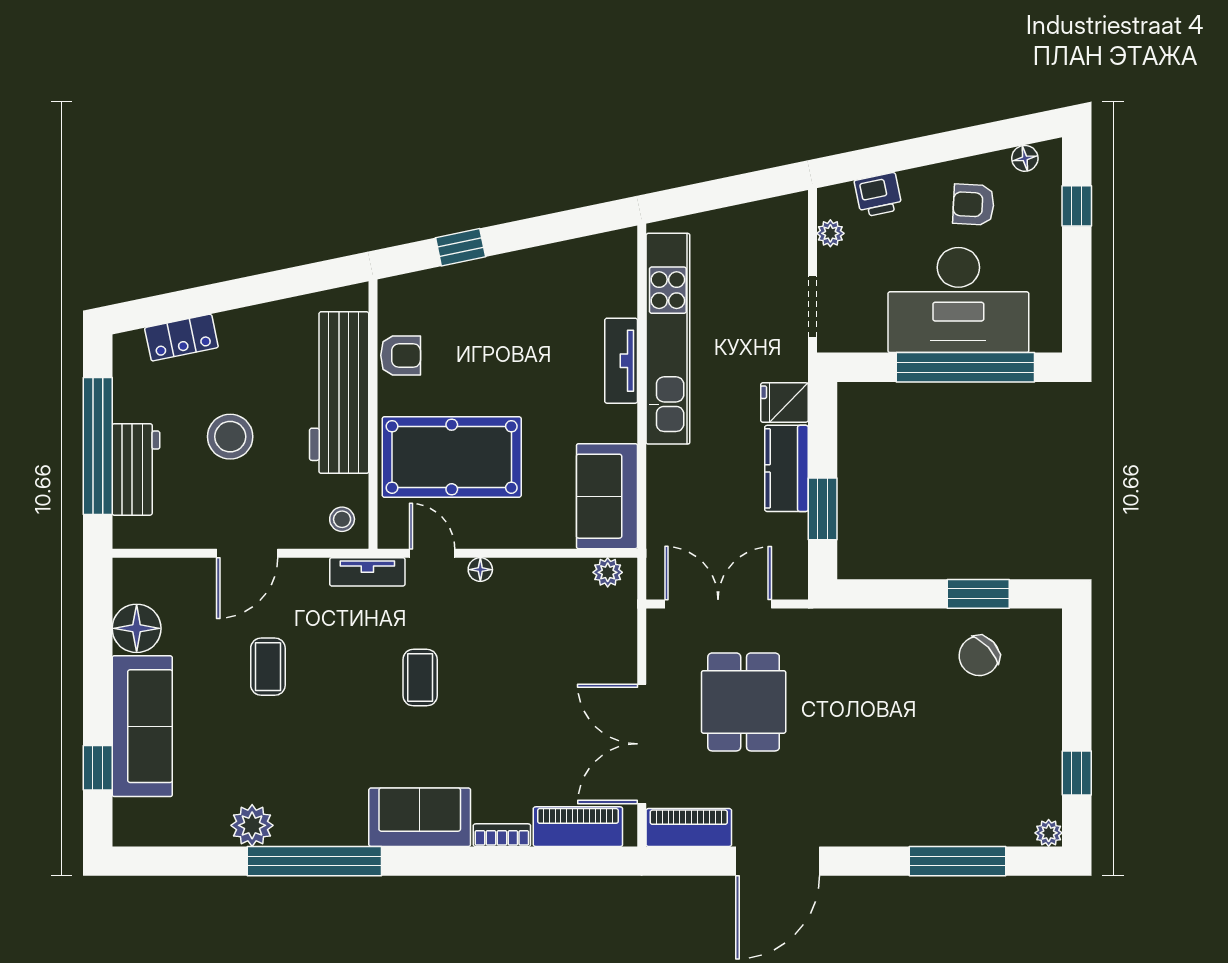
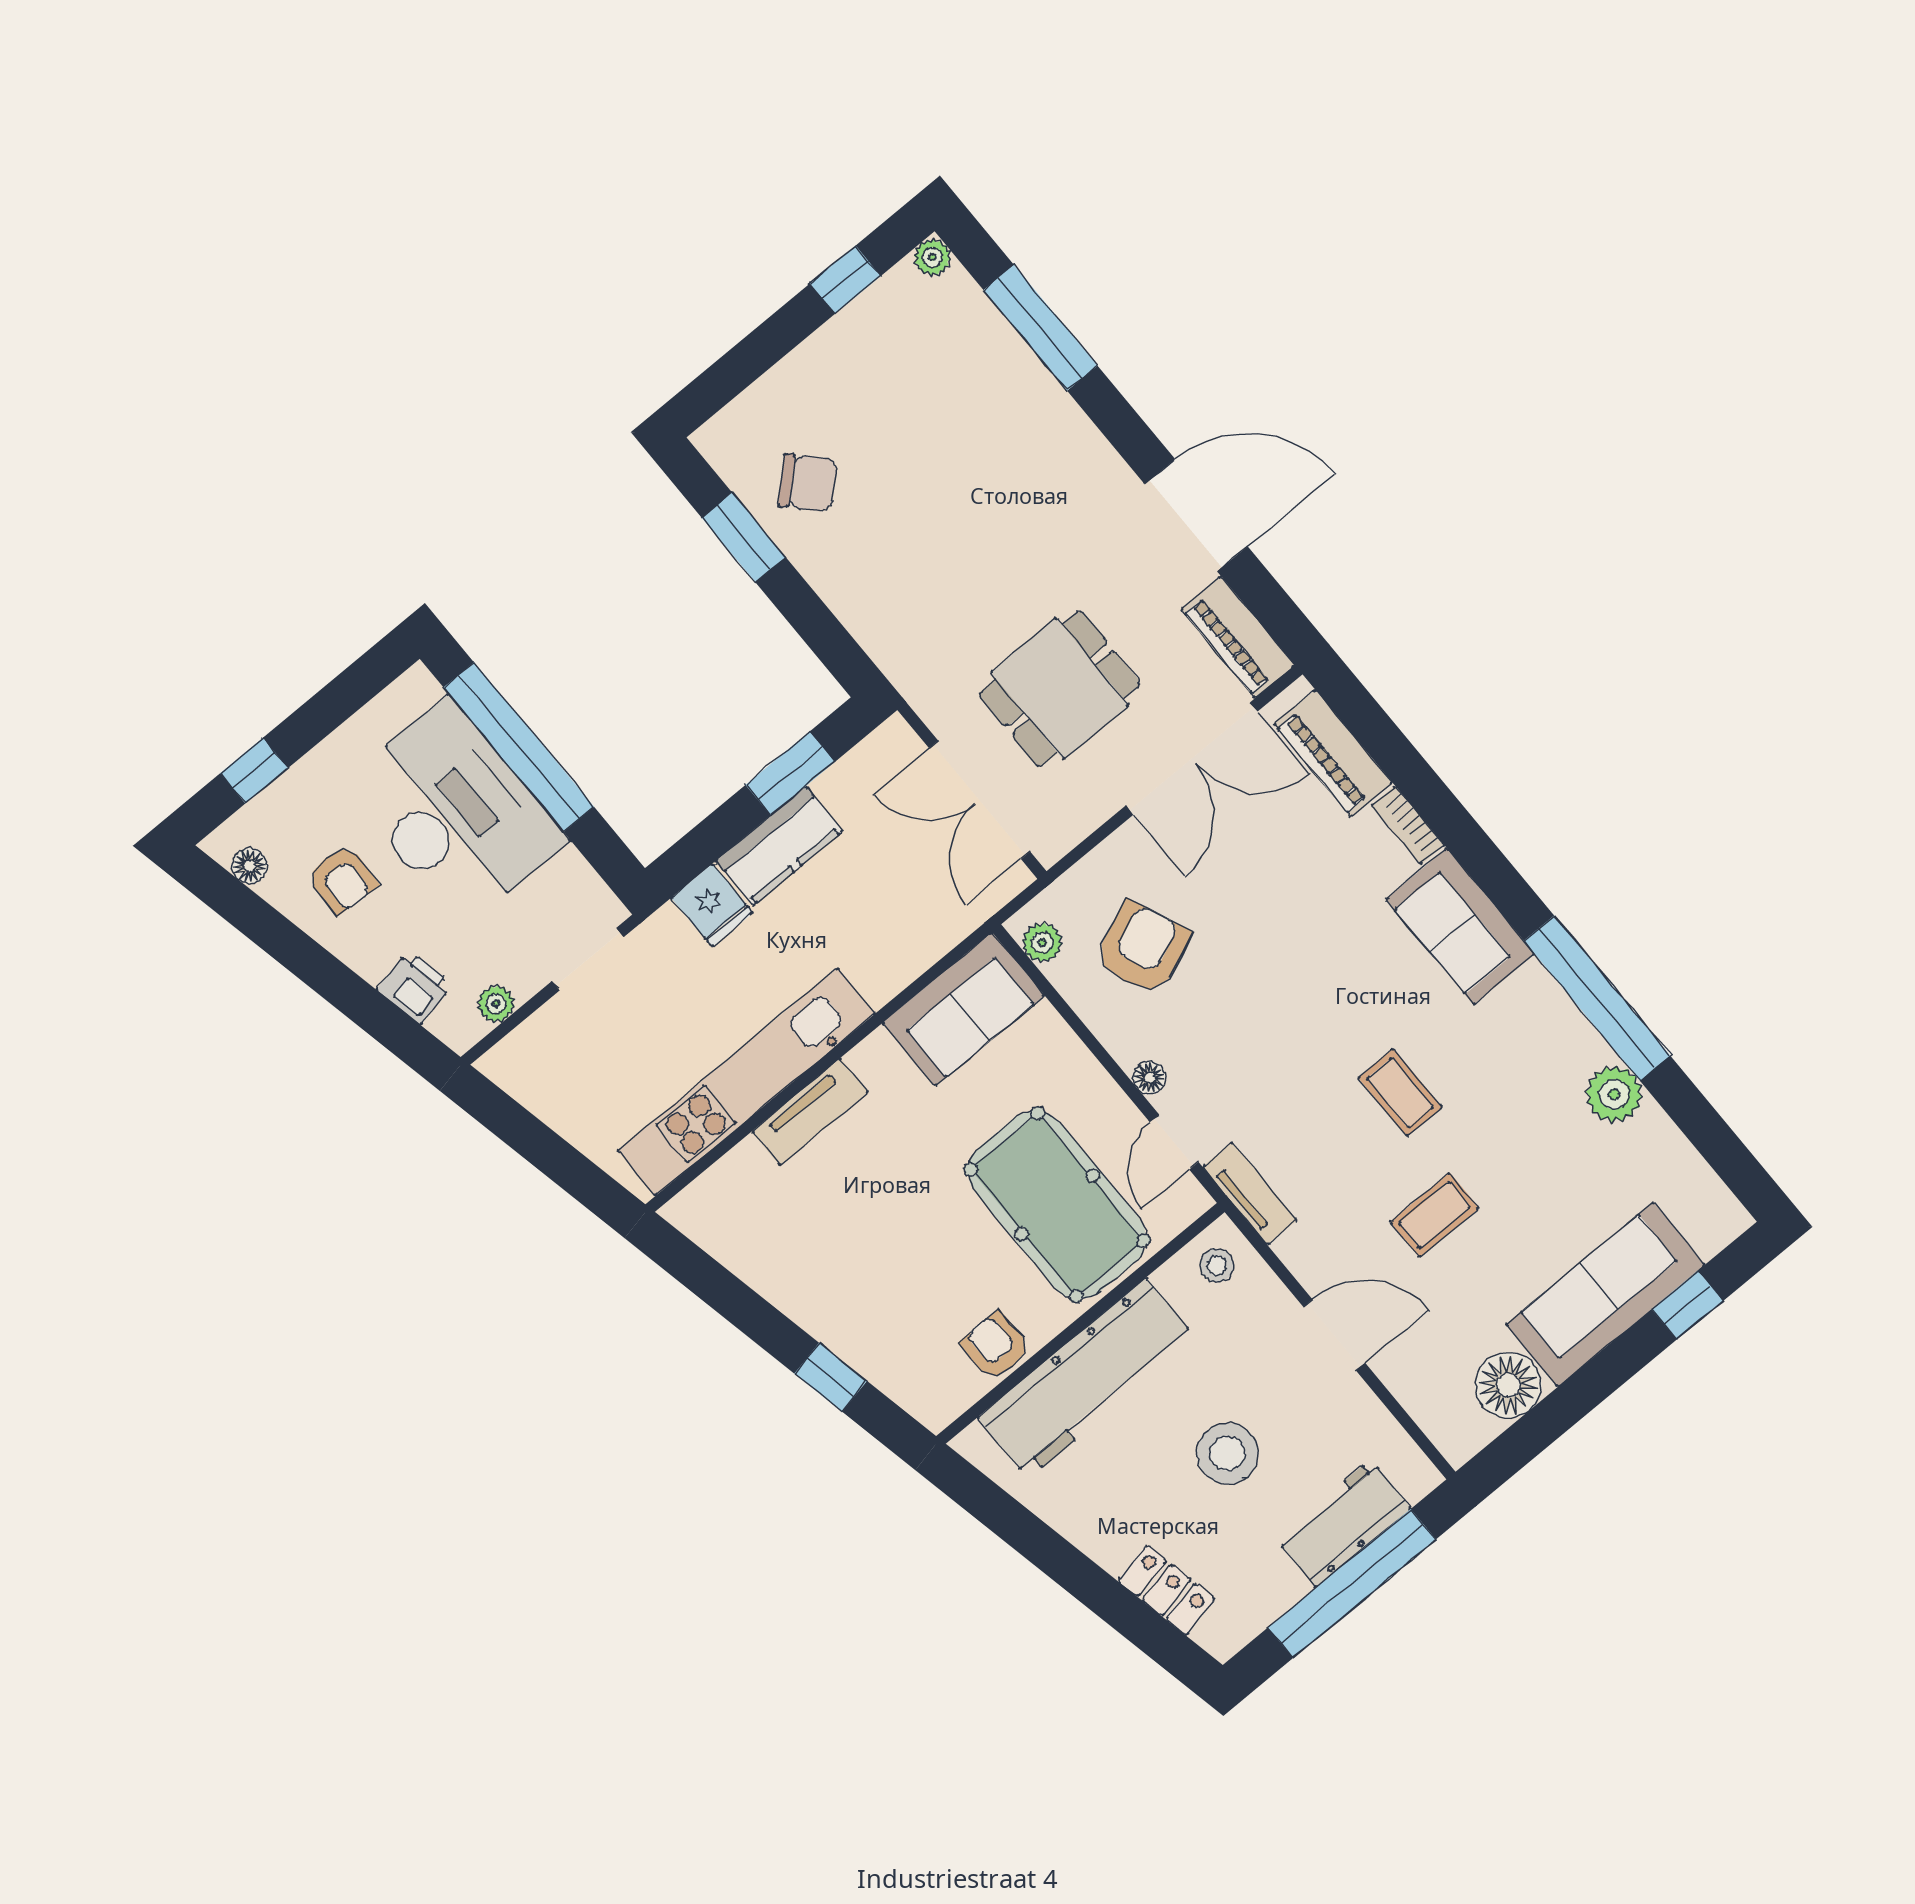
armchair: (557, 627) -> (1142, 948), added
coffee table: (420, 678) -> (1400, 1093), moved, turned 90

